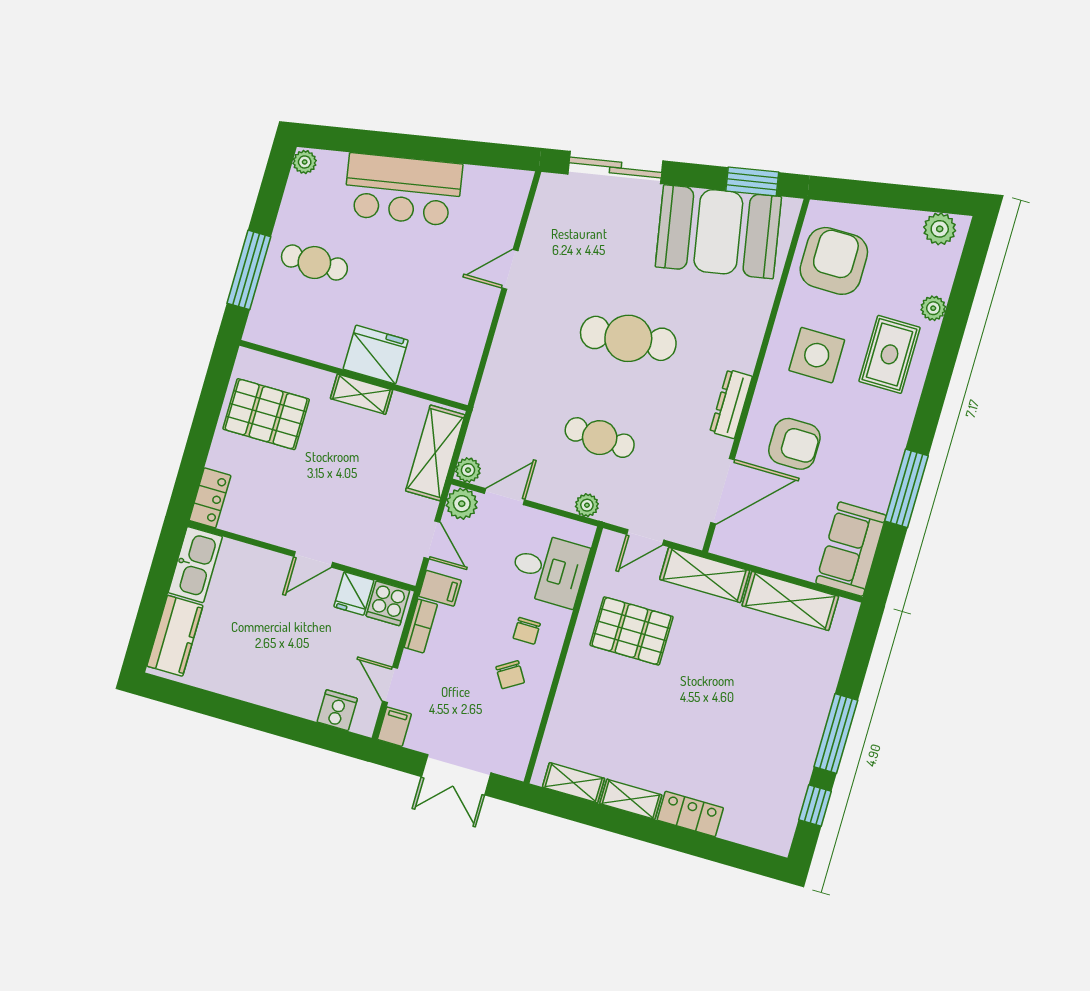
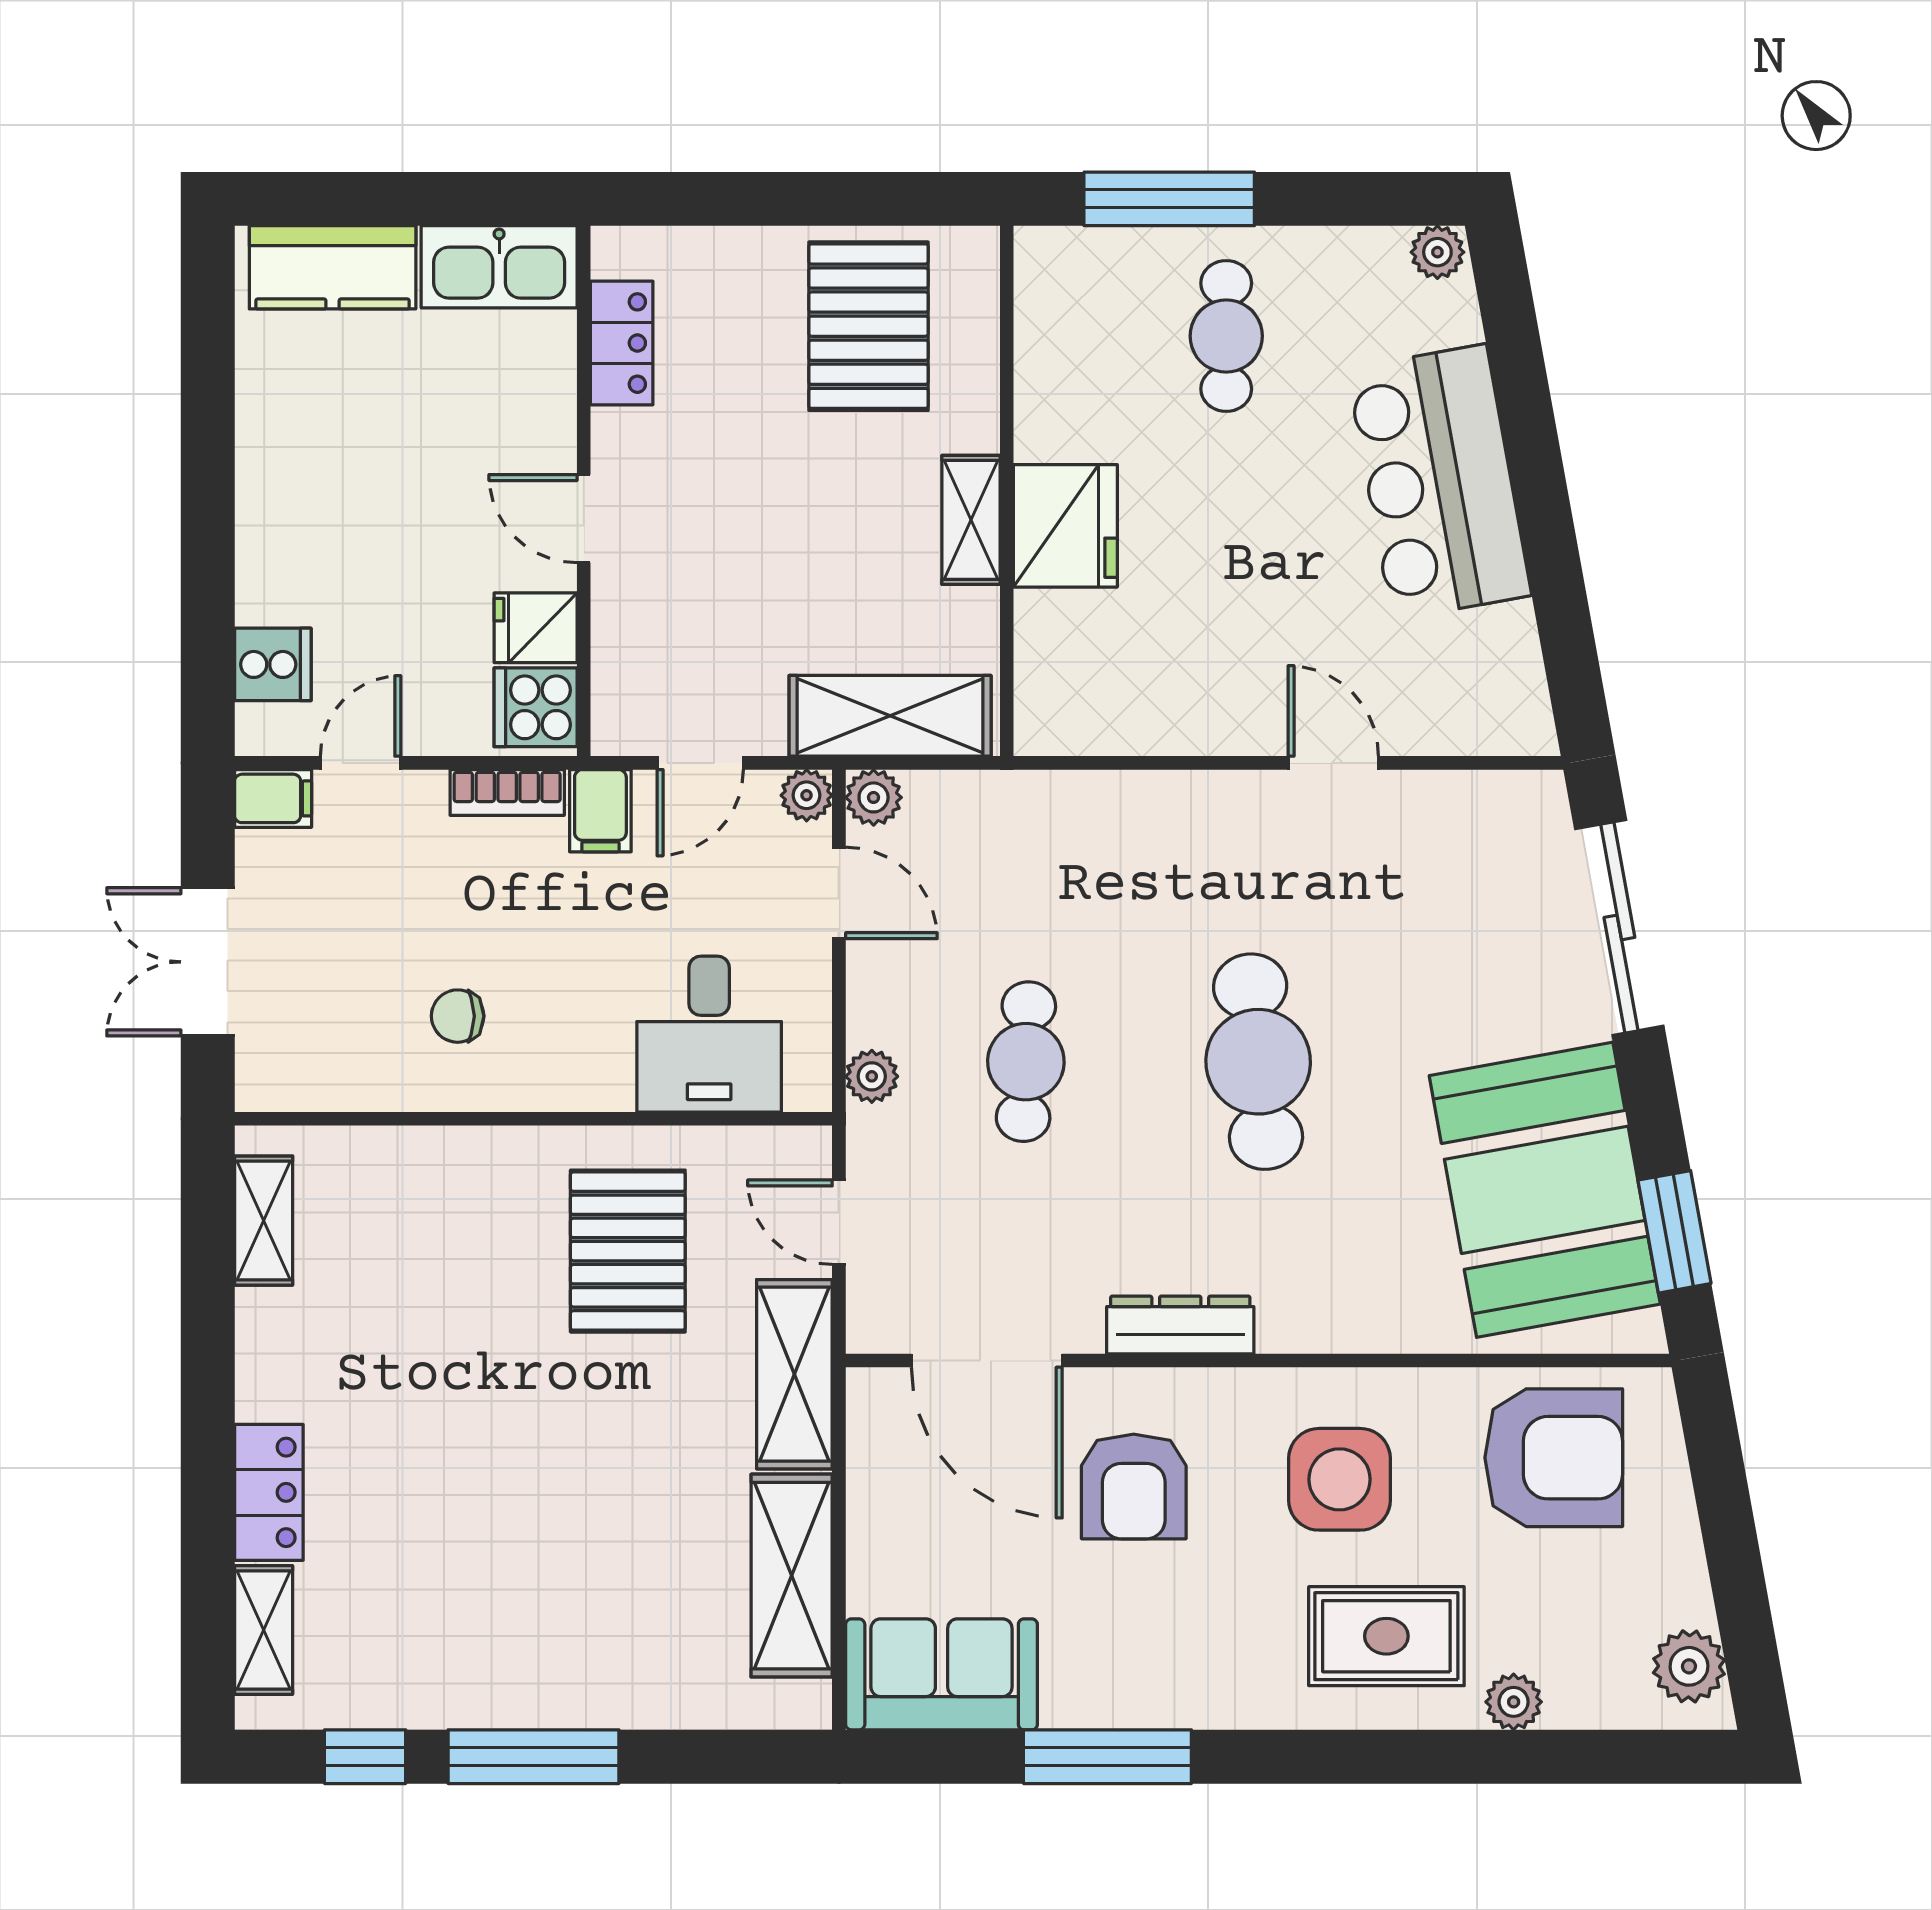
locker: (210, 498) -> (622, 343), moved, turned -90
plant: (462, 504) -> (807, 795), width x0.73, depth x0.73
chair: (527, 631) -> (563, 1024), removed
chair: (510, 675) -> (458, 1016), turned 32
shelving: (631, 799) -> (264, 1630), moved

